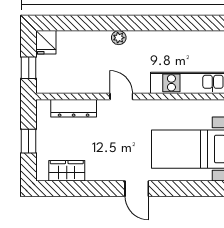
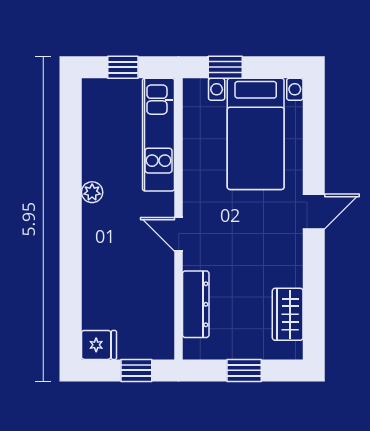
plant: (119, 38) -> (92, 192), moved
door: (121, 96) -> (179, 234), hinge flipped

